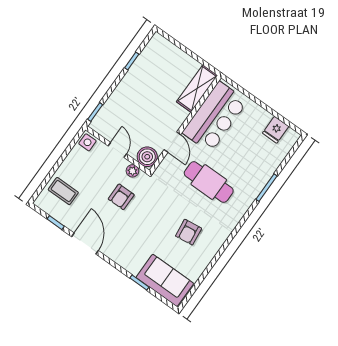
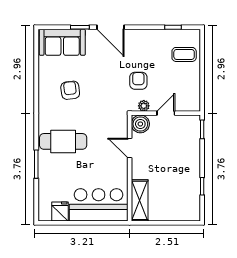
bar counter: (215, 117) -> (99, 205), moved, turned 90
side table: (87, 142) -> (192, 103), removed
door: (117, 150) -> (166, 113), swing flipped
cafe table: (209, 182) -> (63, 141), moved
door: (85, 244) -> (111, 27), moved

